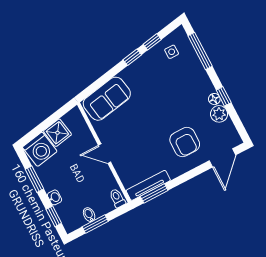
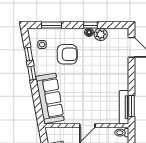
window: (200, 51) -> (52, 25), width x0.69
sofa: (107, 99) -> (50, 98), width x1.36
armchair: (185, 142) -> (67, 54), moved

